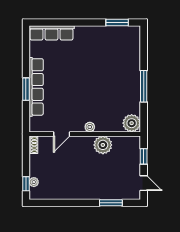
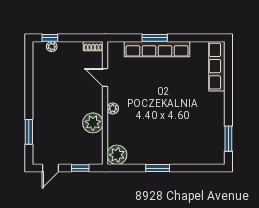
window: (144, 86) -> (158, 168), width x0.69

